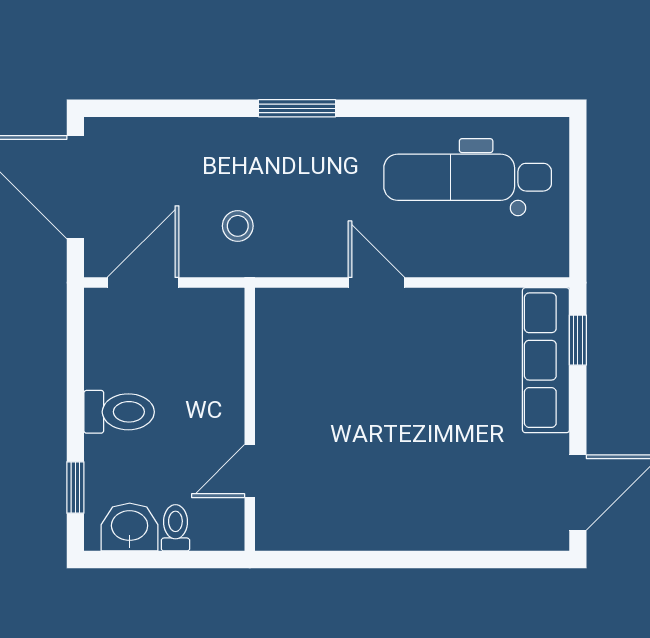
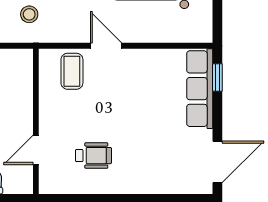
coffee table: (315, 329) -> (72, 71), added
wheelchair: (354, 481) -> (93, 156), added

